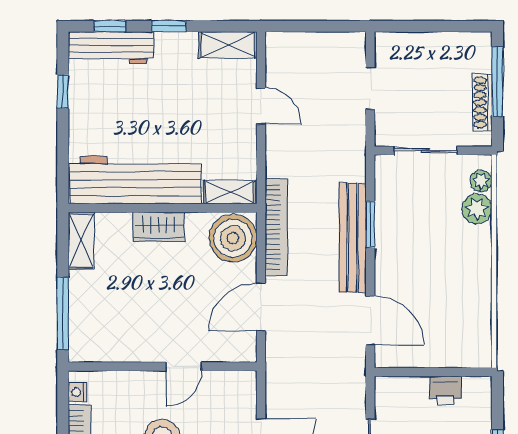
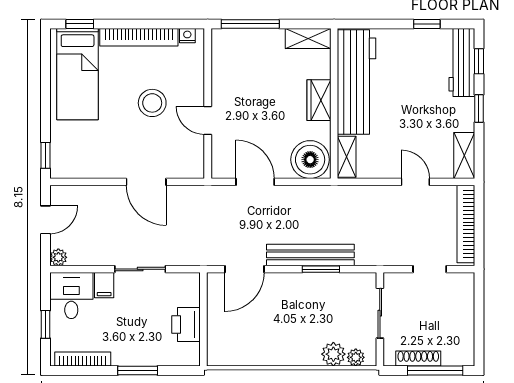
door: (261, 106) -> (415, 182), swing flipped
bookcase: (276, 227) -> (466, 224), moved, turned 90
printer: (446, 390) -> (186, 324), width x1.36, depth x1.24

